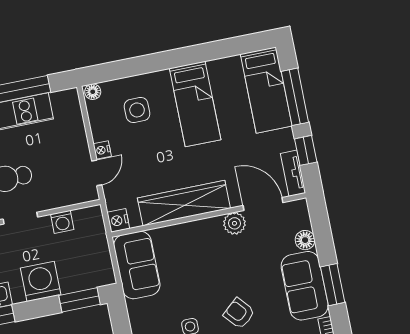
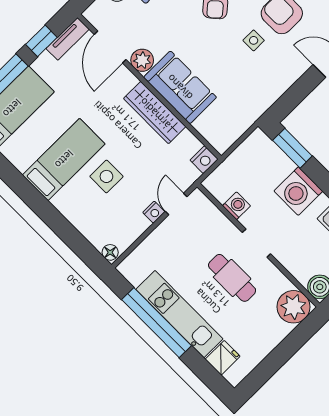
side table: (137, 110) -> (106, 176), moved
door: (97, 173) -> (176, 204), hinge flipped
wardrobe: (184, 203) -> (155, 113), width x0.71, depth x0.85
sofa: (137, 265) -> (180, 87), moved, turned 90

